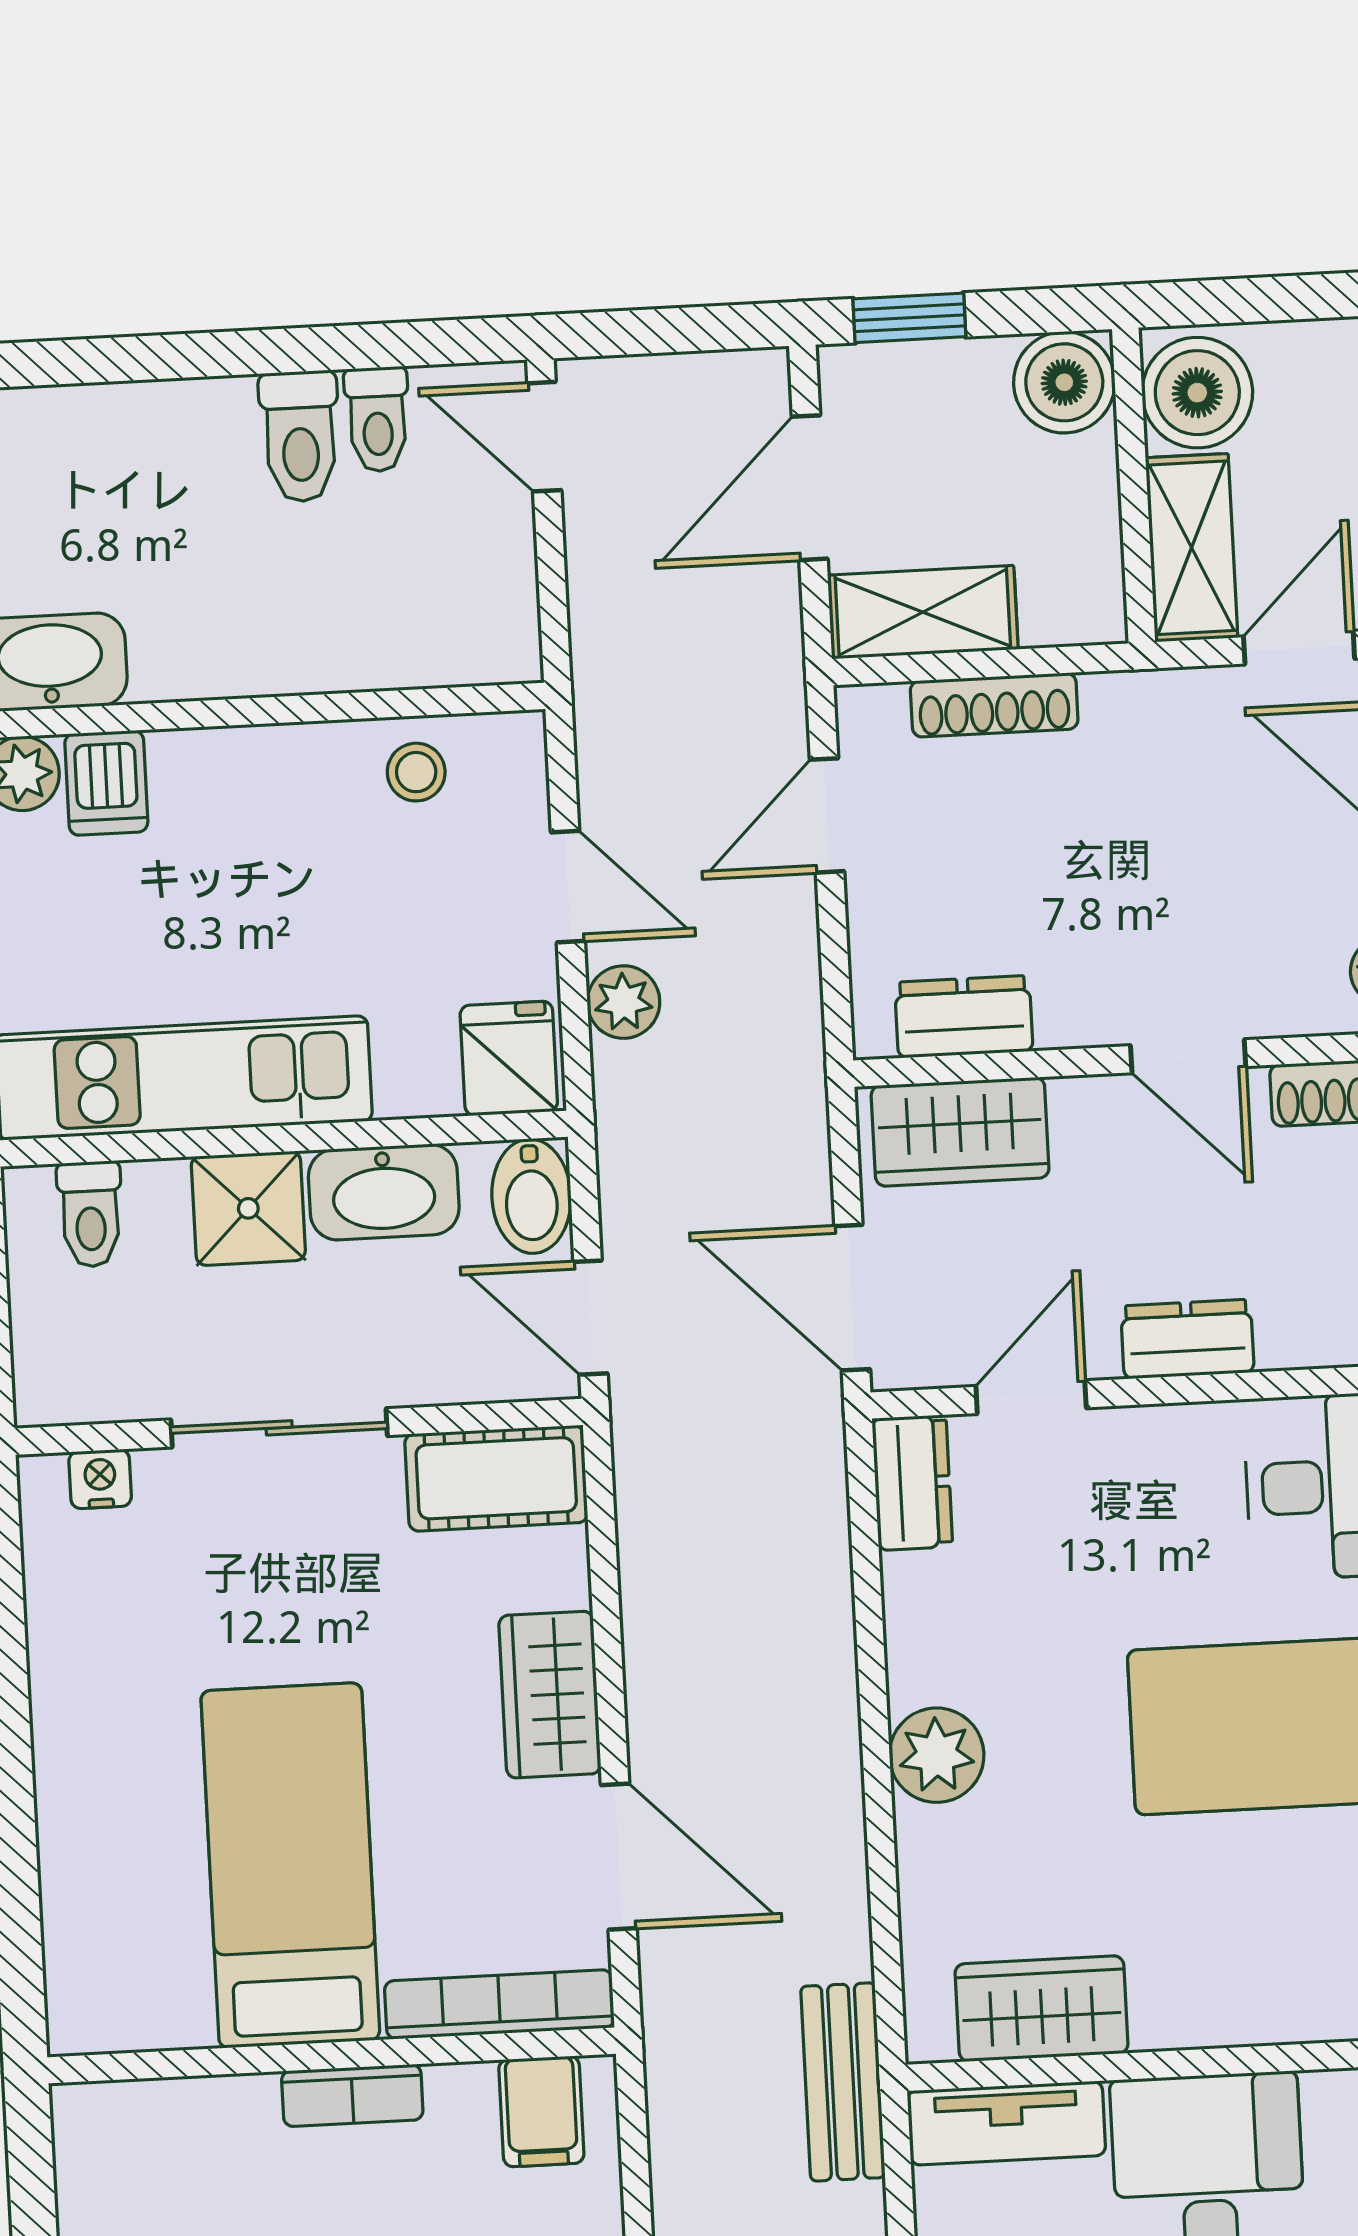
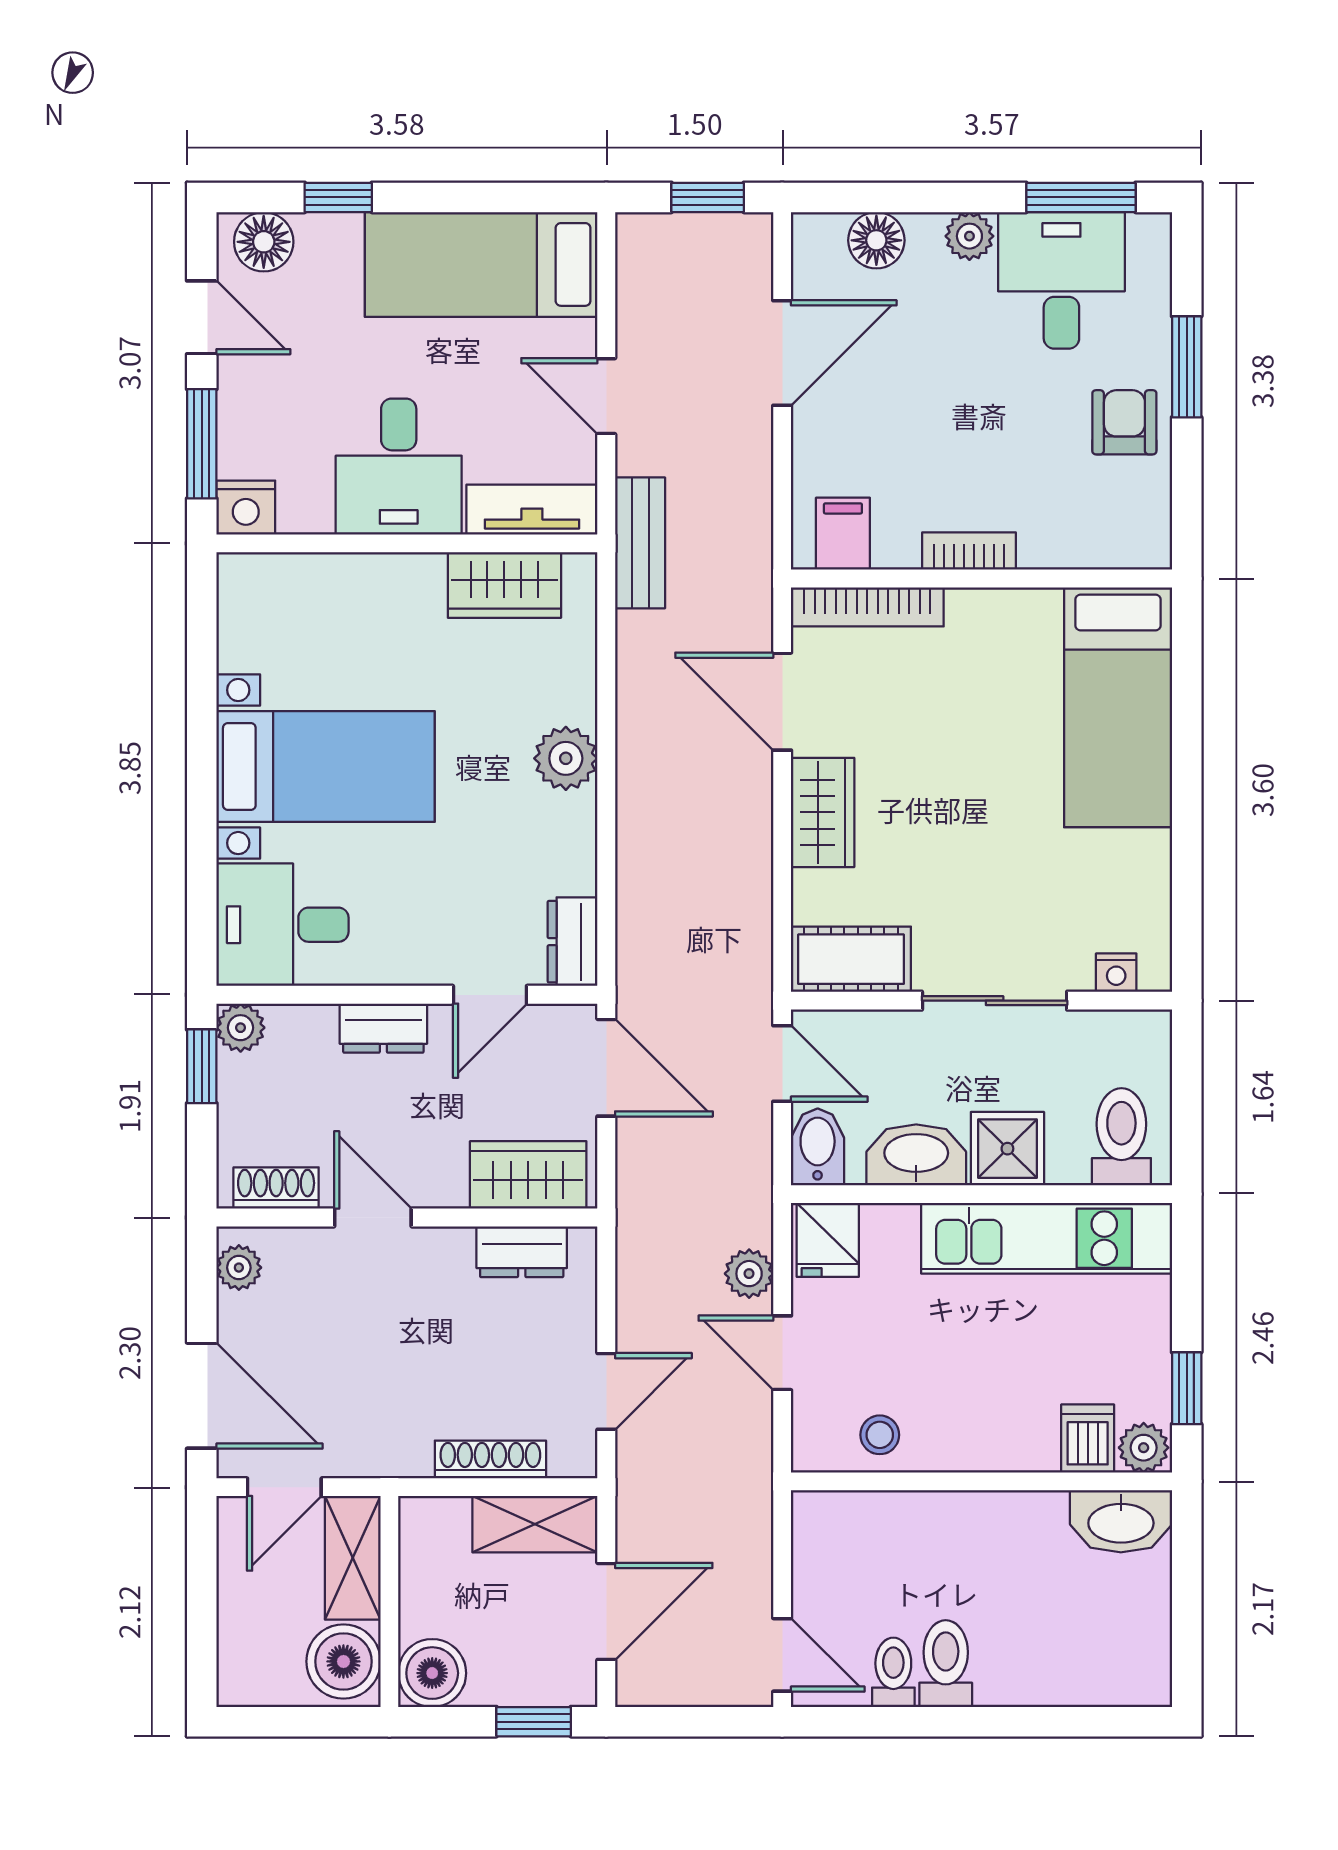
toilet: (90, 1214) -> (1121, 1137), width x1.37, depth x1.39
bed: (290, 1865) -> (1118, 707), moved

